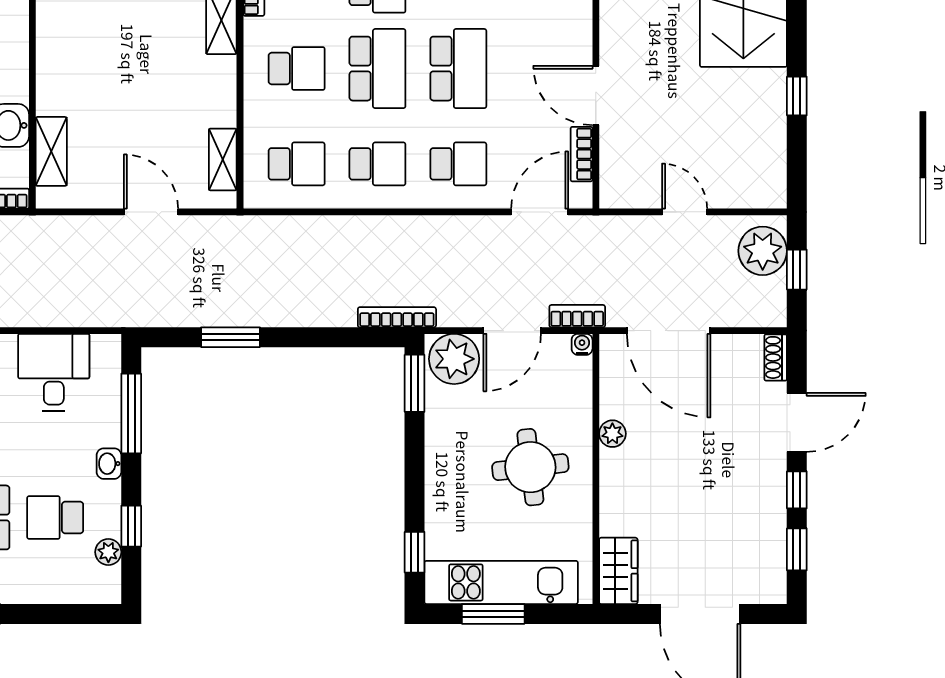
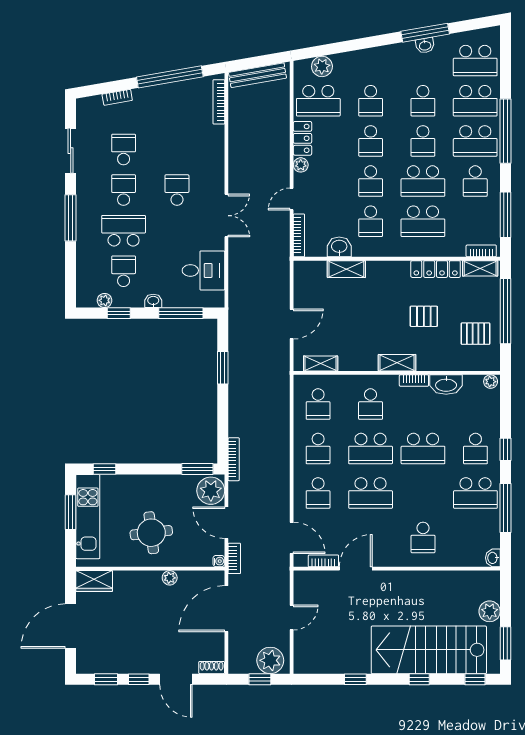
shelving: (51, 151) -> (346, 269), moved

